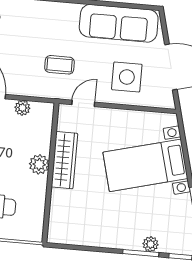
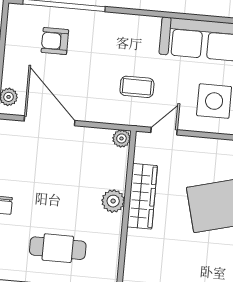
plant: (22, 108) -> (121, 138), moved

